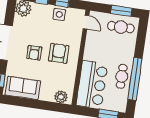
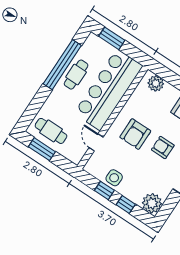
door: (86, 22) -> (96, 142), moved
armchair: (34, 53) -> (163, 148), turned -90
bar counter: (92, 85) -> (108, 90), width x1.36

